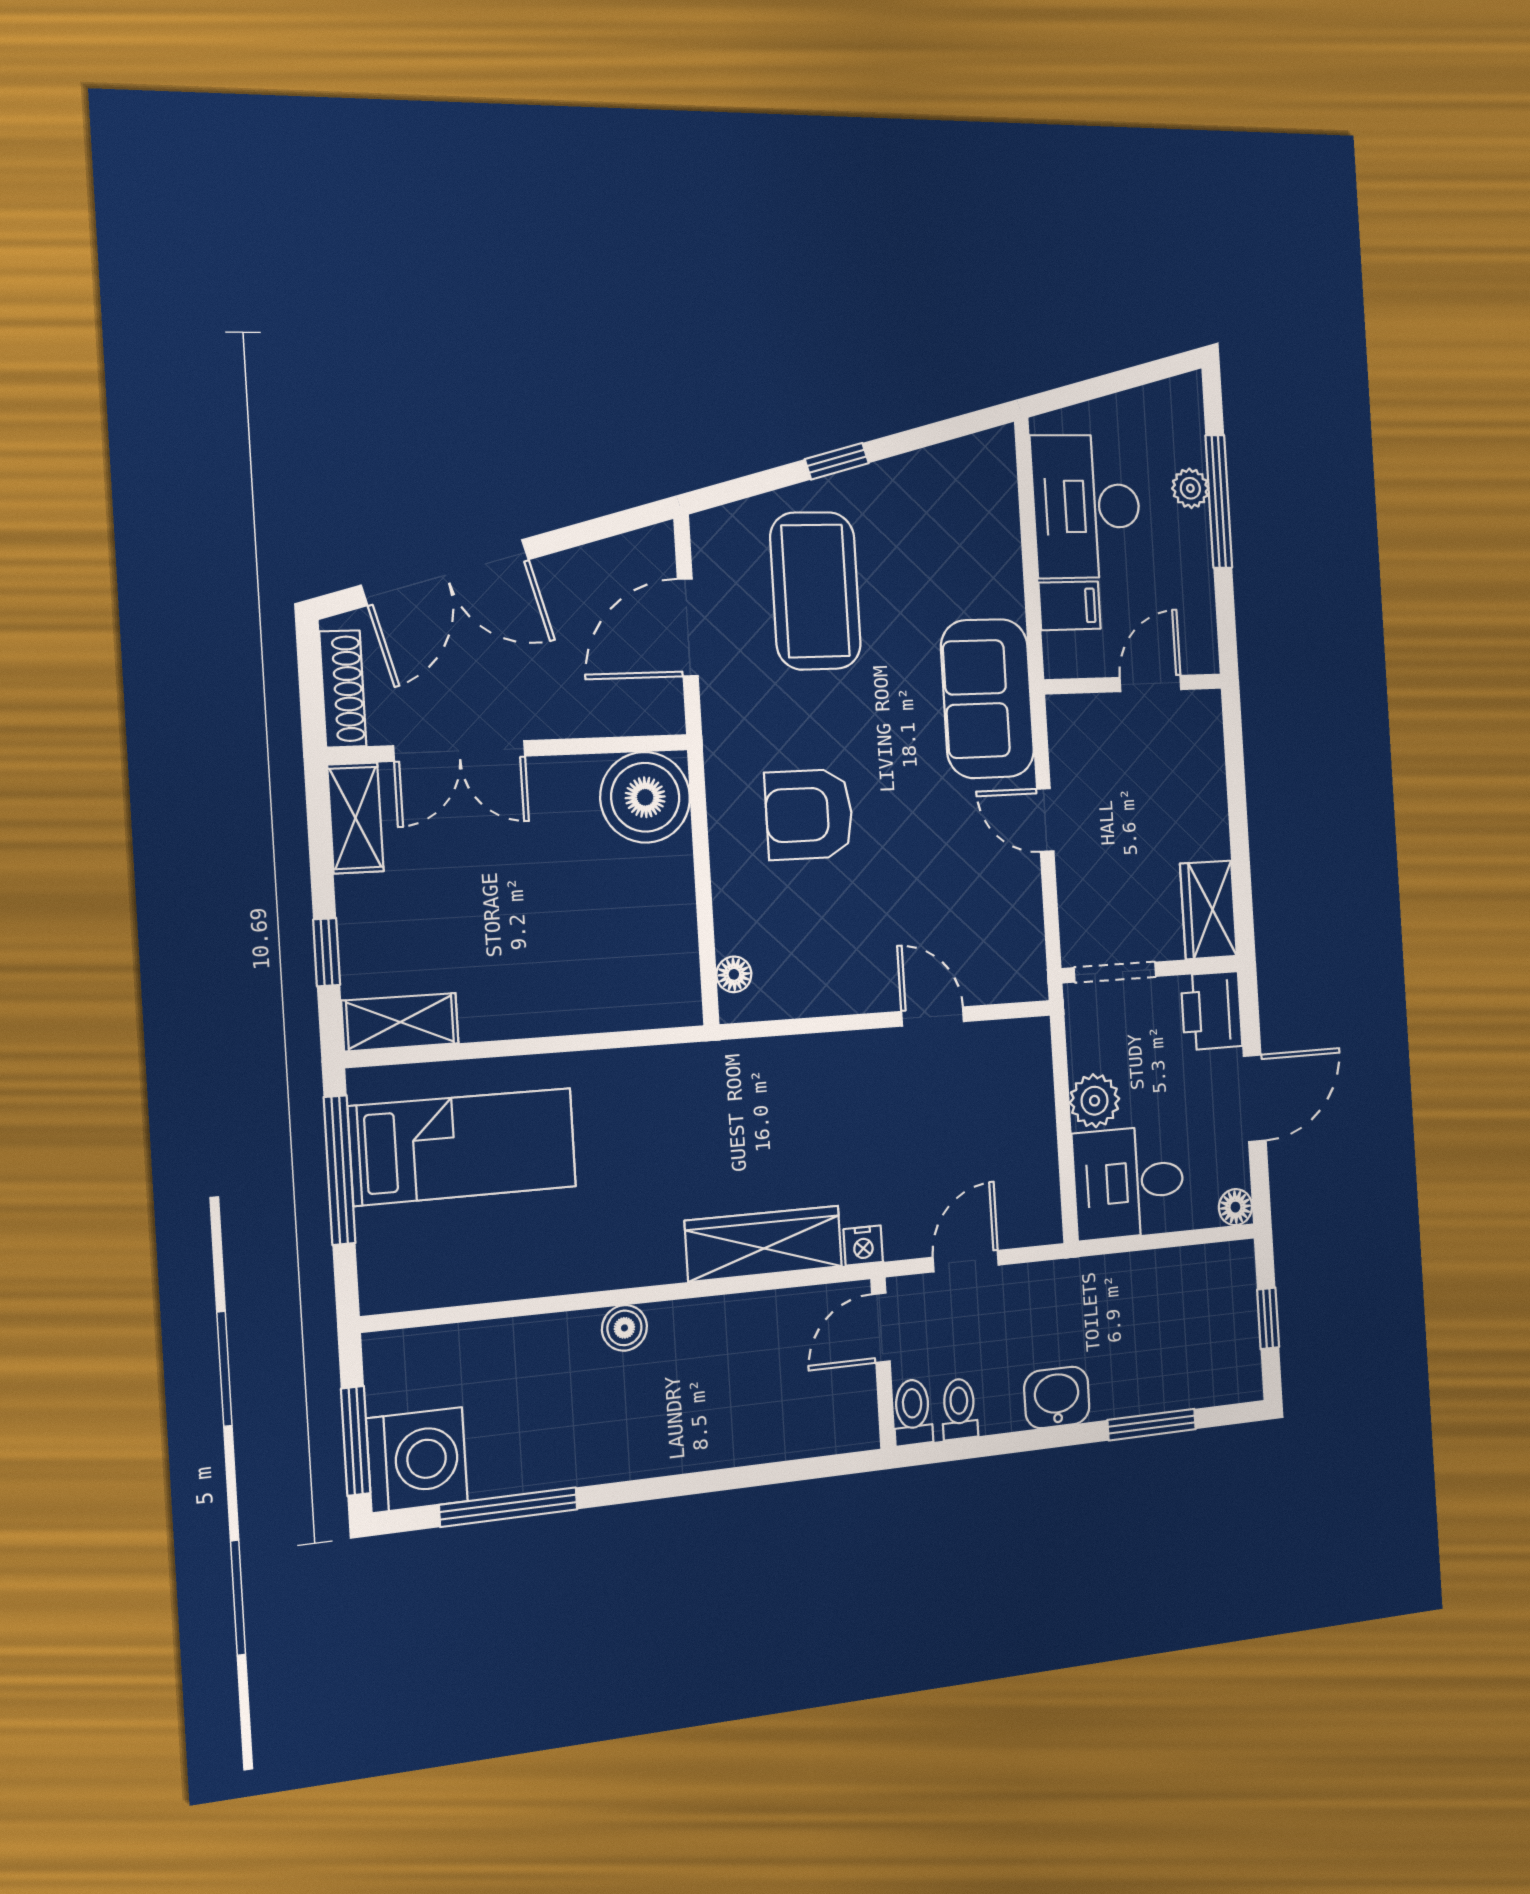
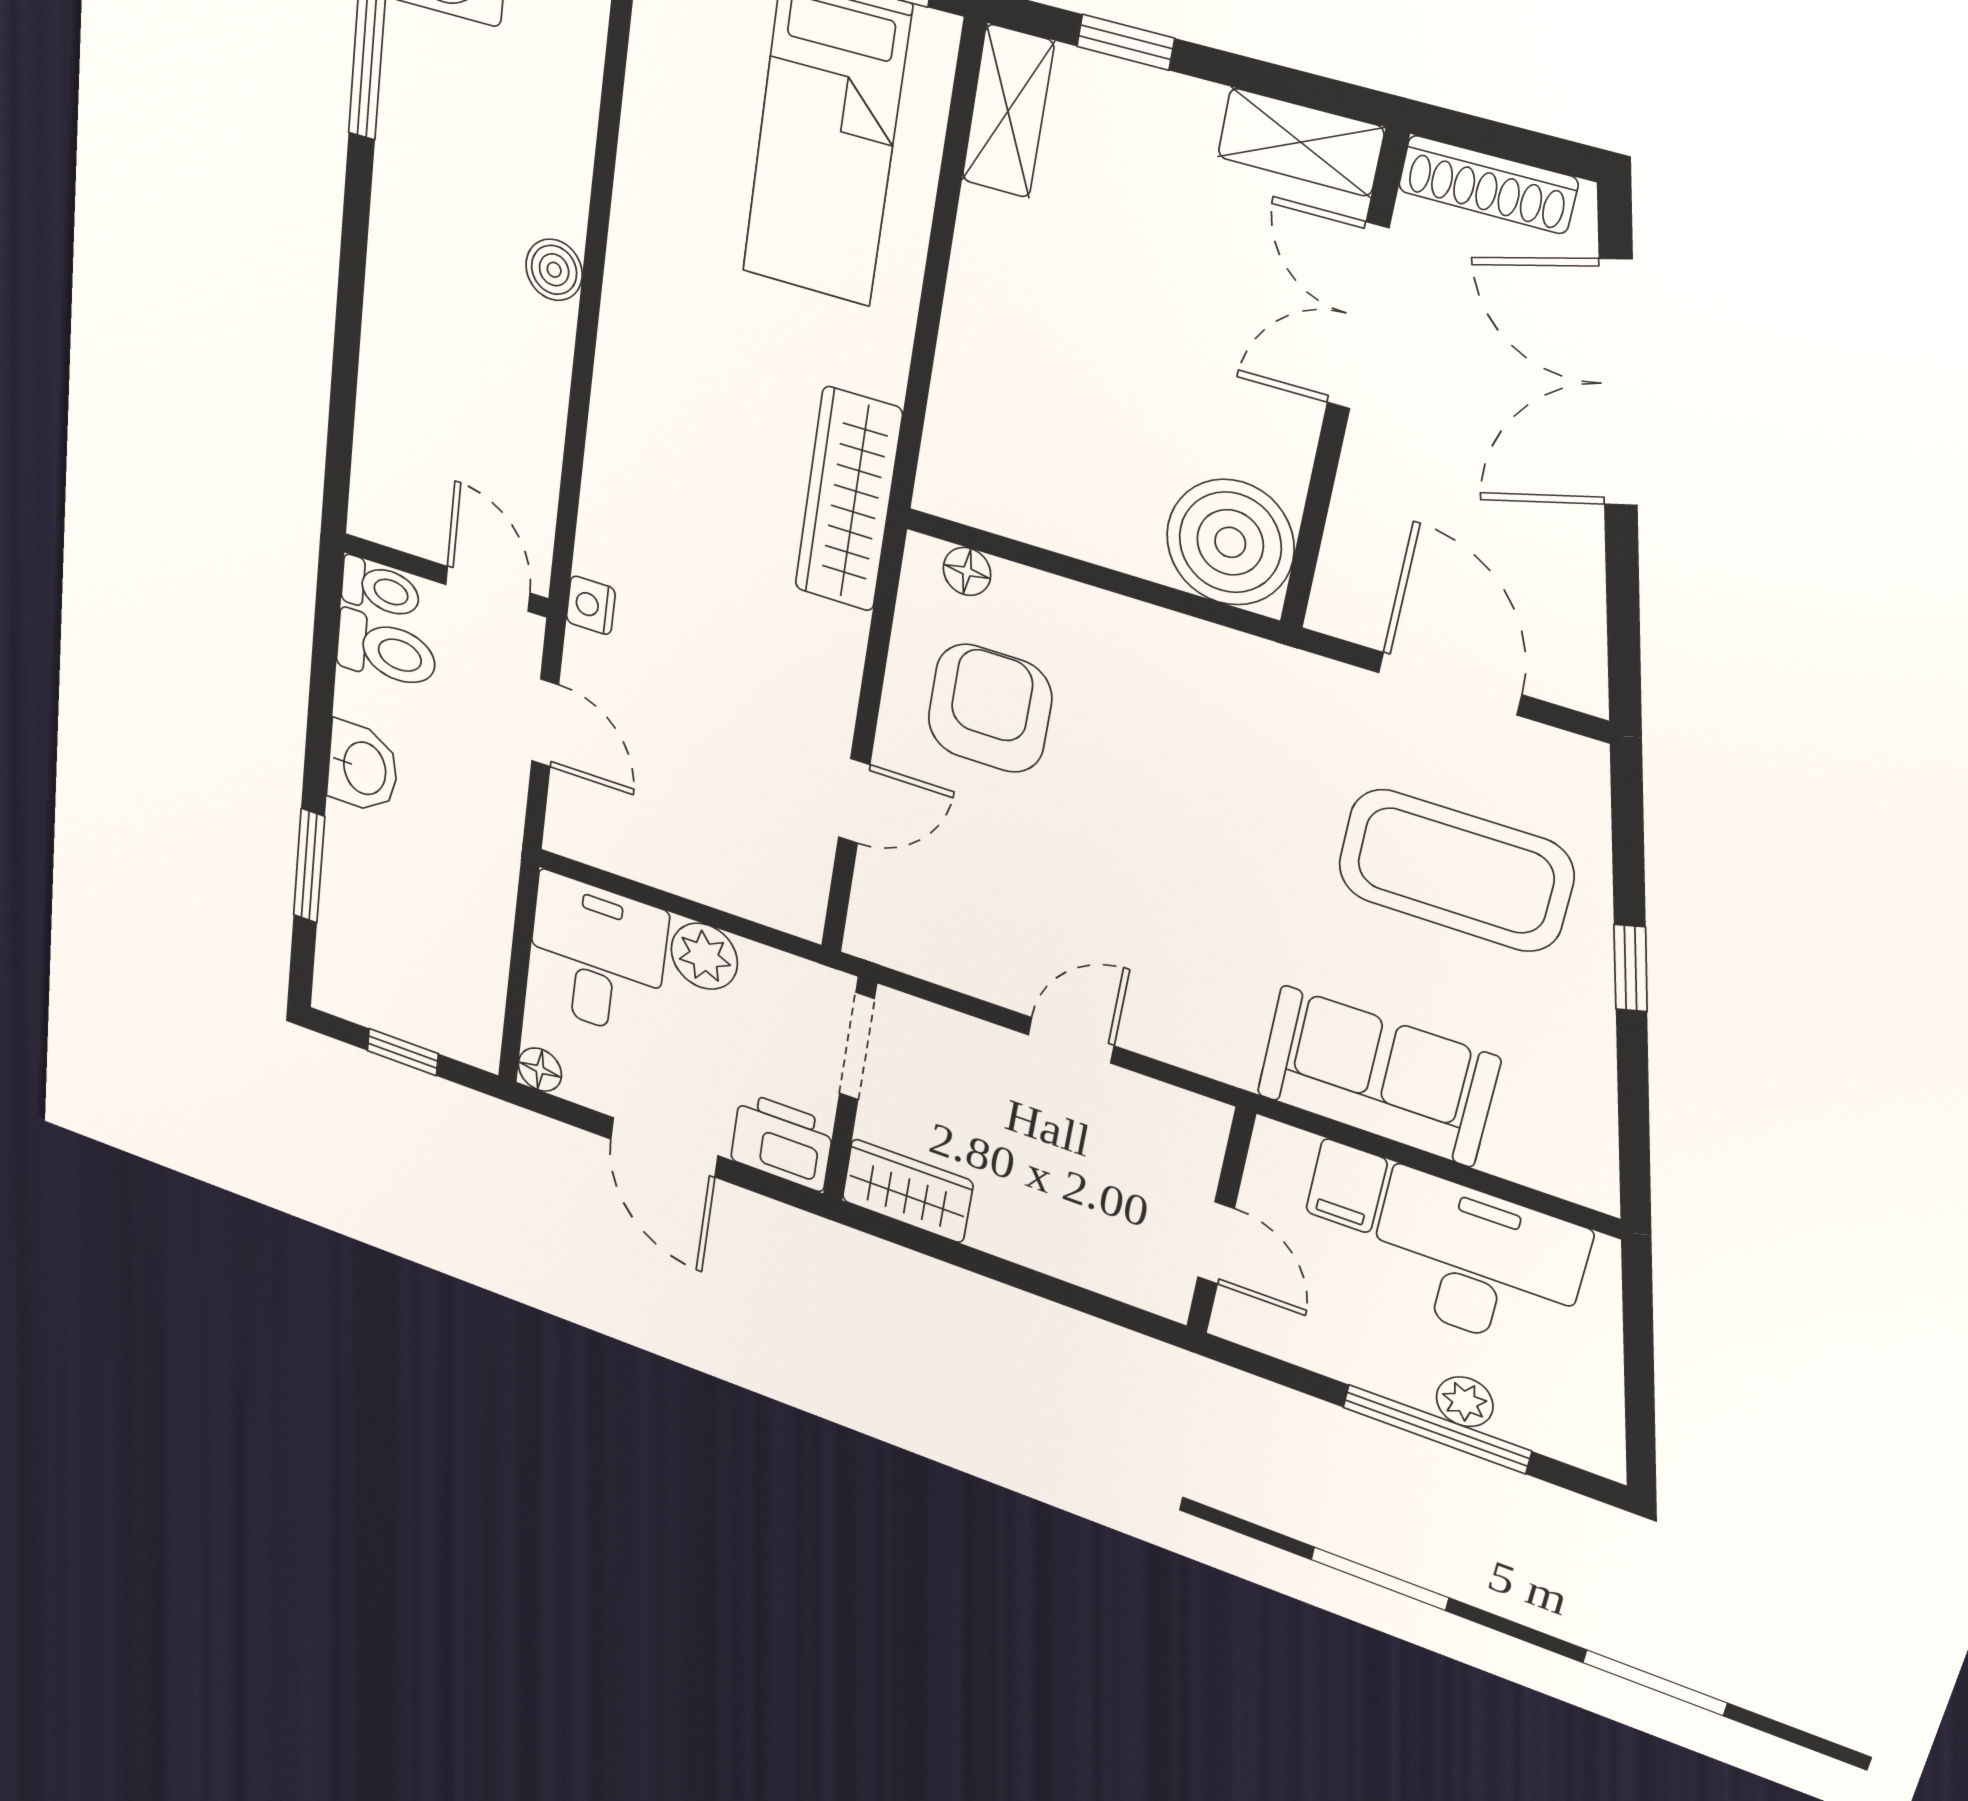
sofa: (988, 699) -> (1378, 1076), moved
armchair: (809, 814) -> (990, 708), moved
wardrobe: (764, 1244) -> (848, 500), moved, turned 180
toilet: (959, 1409) -> (386, 651), width x1.37, depth x1.39

